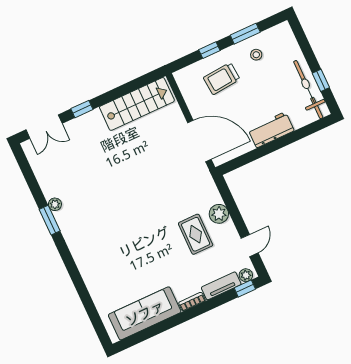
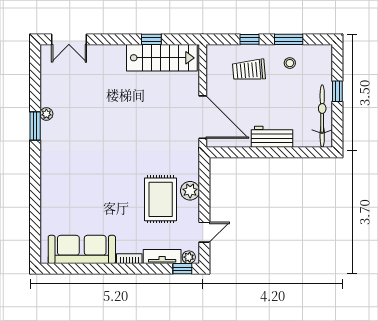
window: (321, 80) -> (337, 91), moved
window: (82, 109) -> (151, 39), moved
rug: (196, 234) -> (161, 199), width x1.36, depth x1.43

